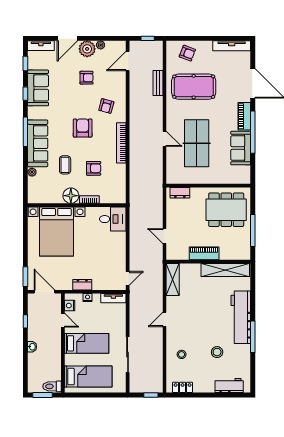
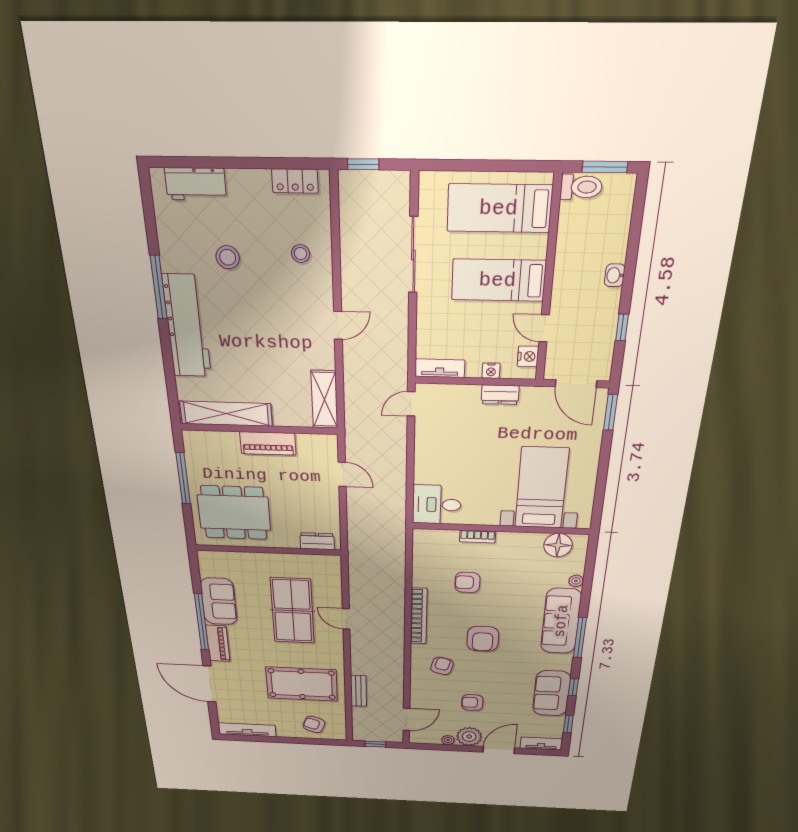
coffee table: (65, 165) -> (517, 589), removed
floor lamp: (71, 196) -> (558, 545), moved
bed with nightstands: (57, 231) -> (542, 488), width x0.73

